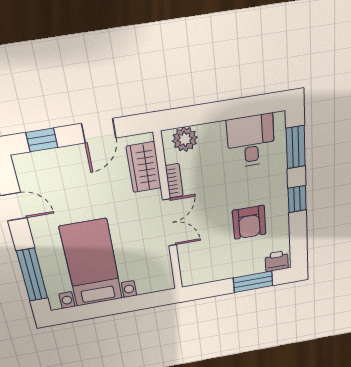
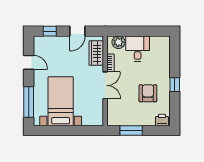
desk: (251, 141) -> (138, 49), moved
window: (296, 147) -> (175, 56), removed
armchair: (249, 222) -> (148, 93), turned 180
window: (253, 282) -> (131, 131), moved

